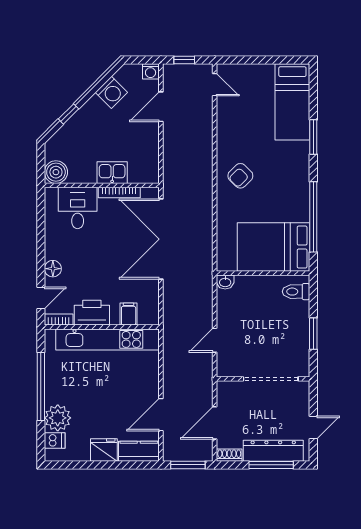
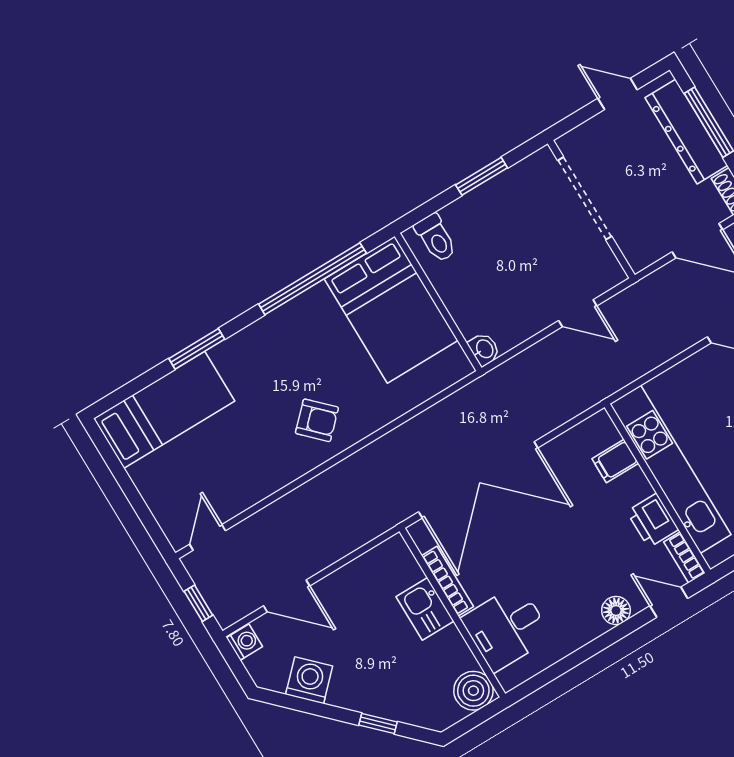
printer: (92, 313) -> (653, 521), width x0.73, depth x0.84

